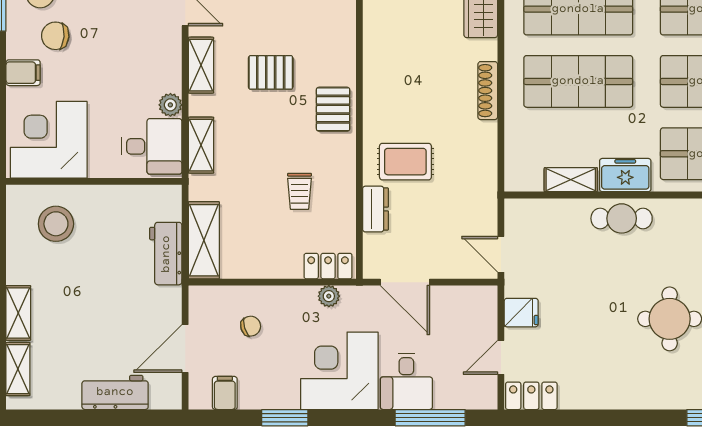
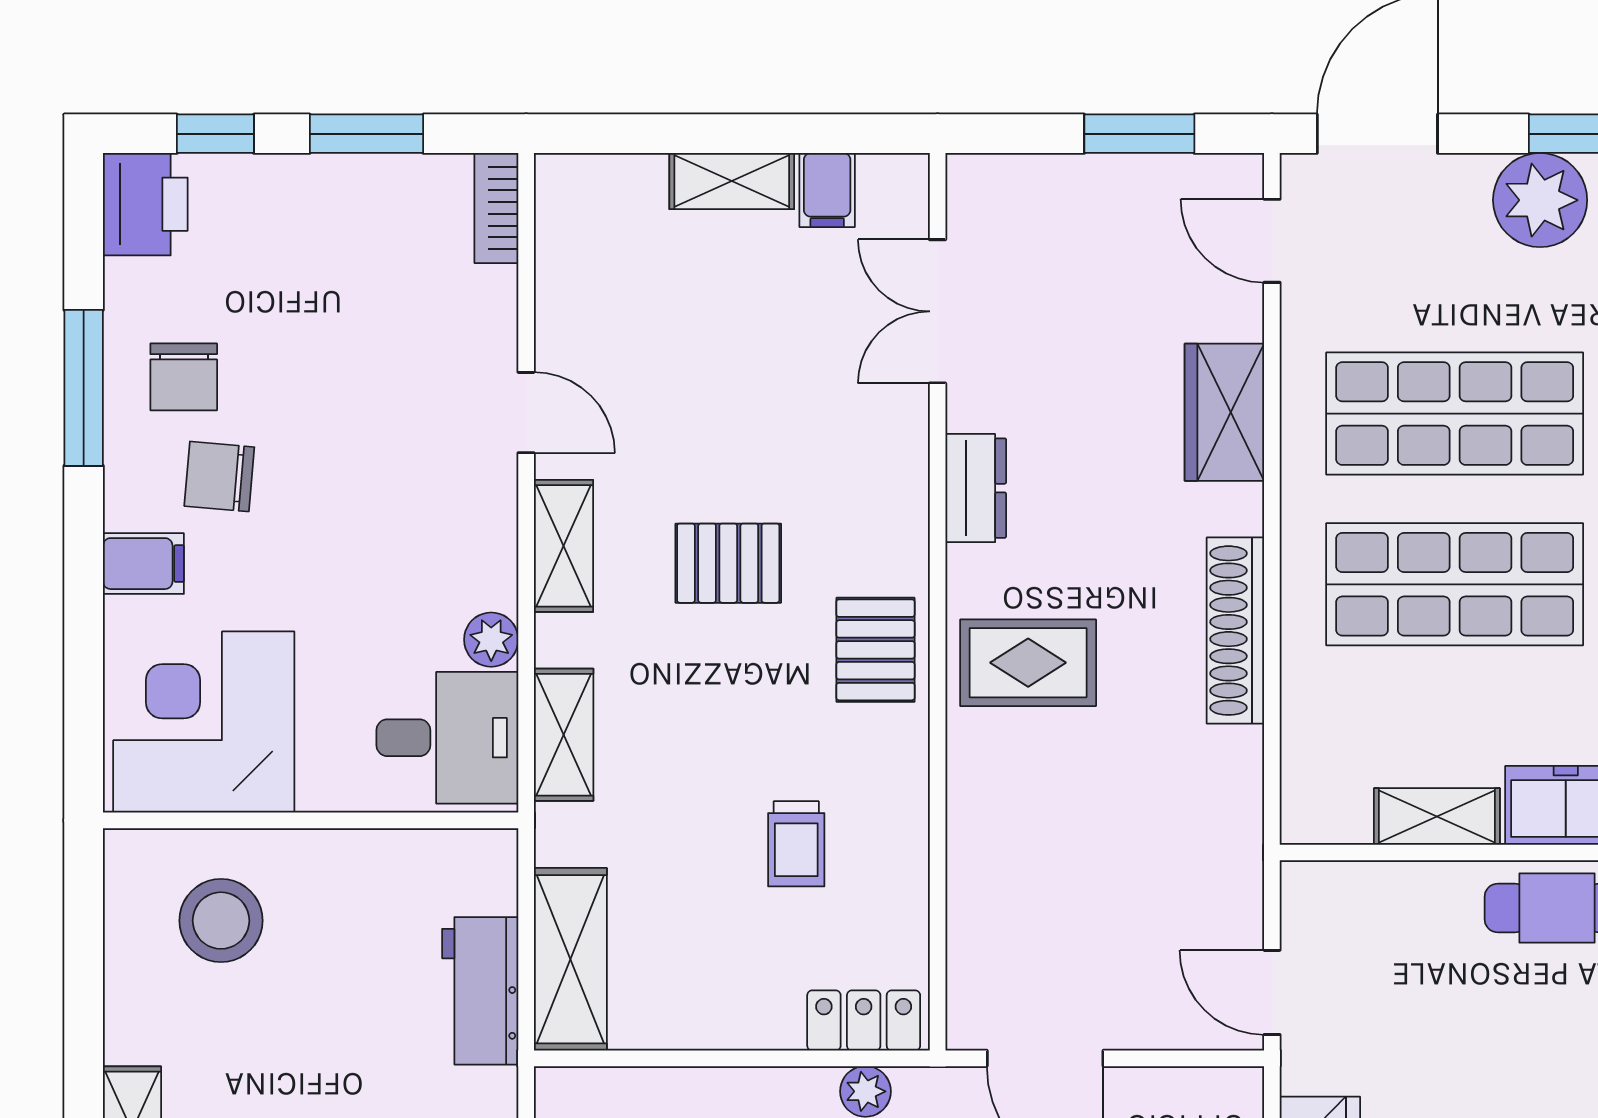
shoe rack: (488, 91) -> (1235, 631), width x1.36, depth x1.24
rug: (405, 162) -> (1028, 663), moved
dresser: (375, 209) -> (976, 488), moved

